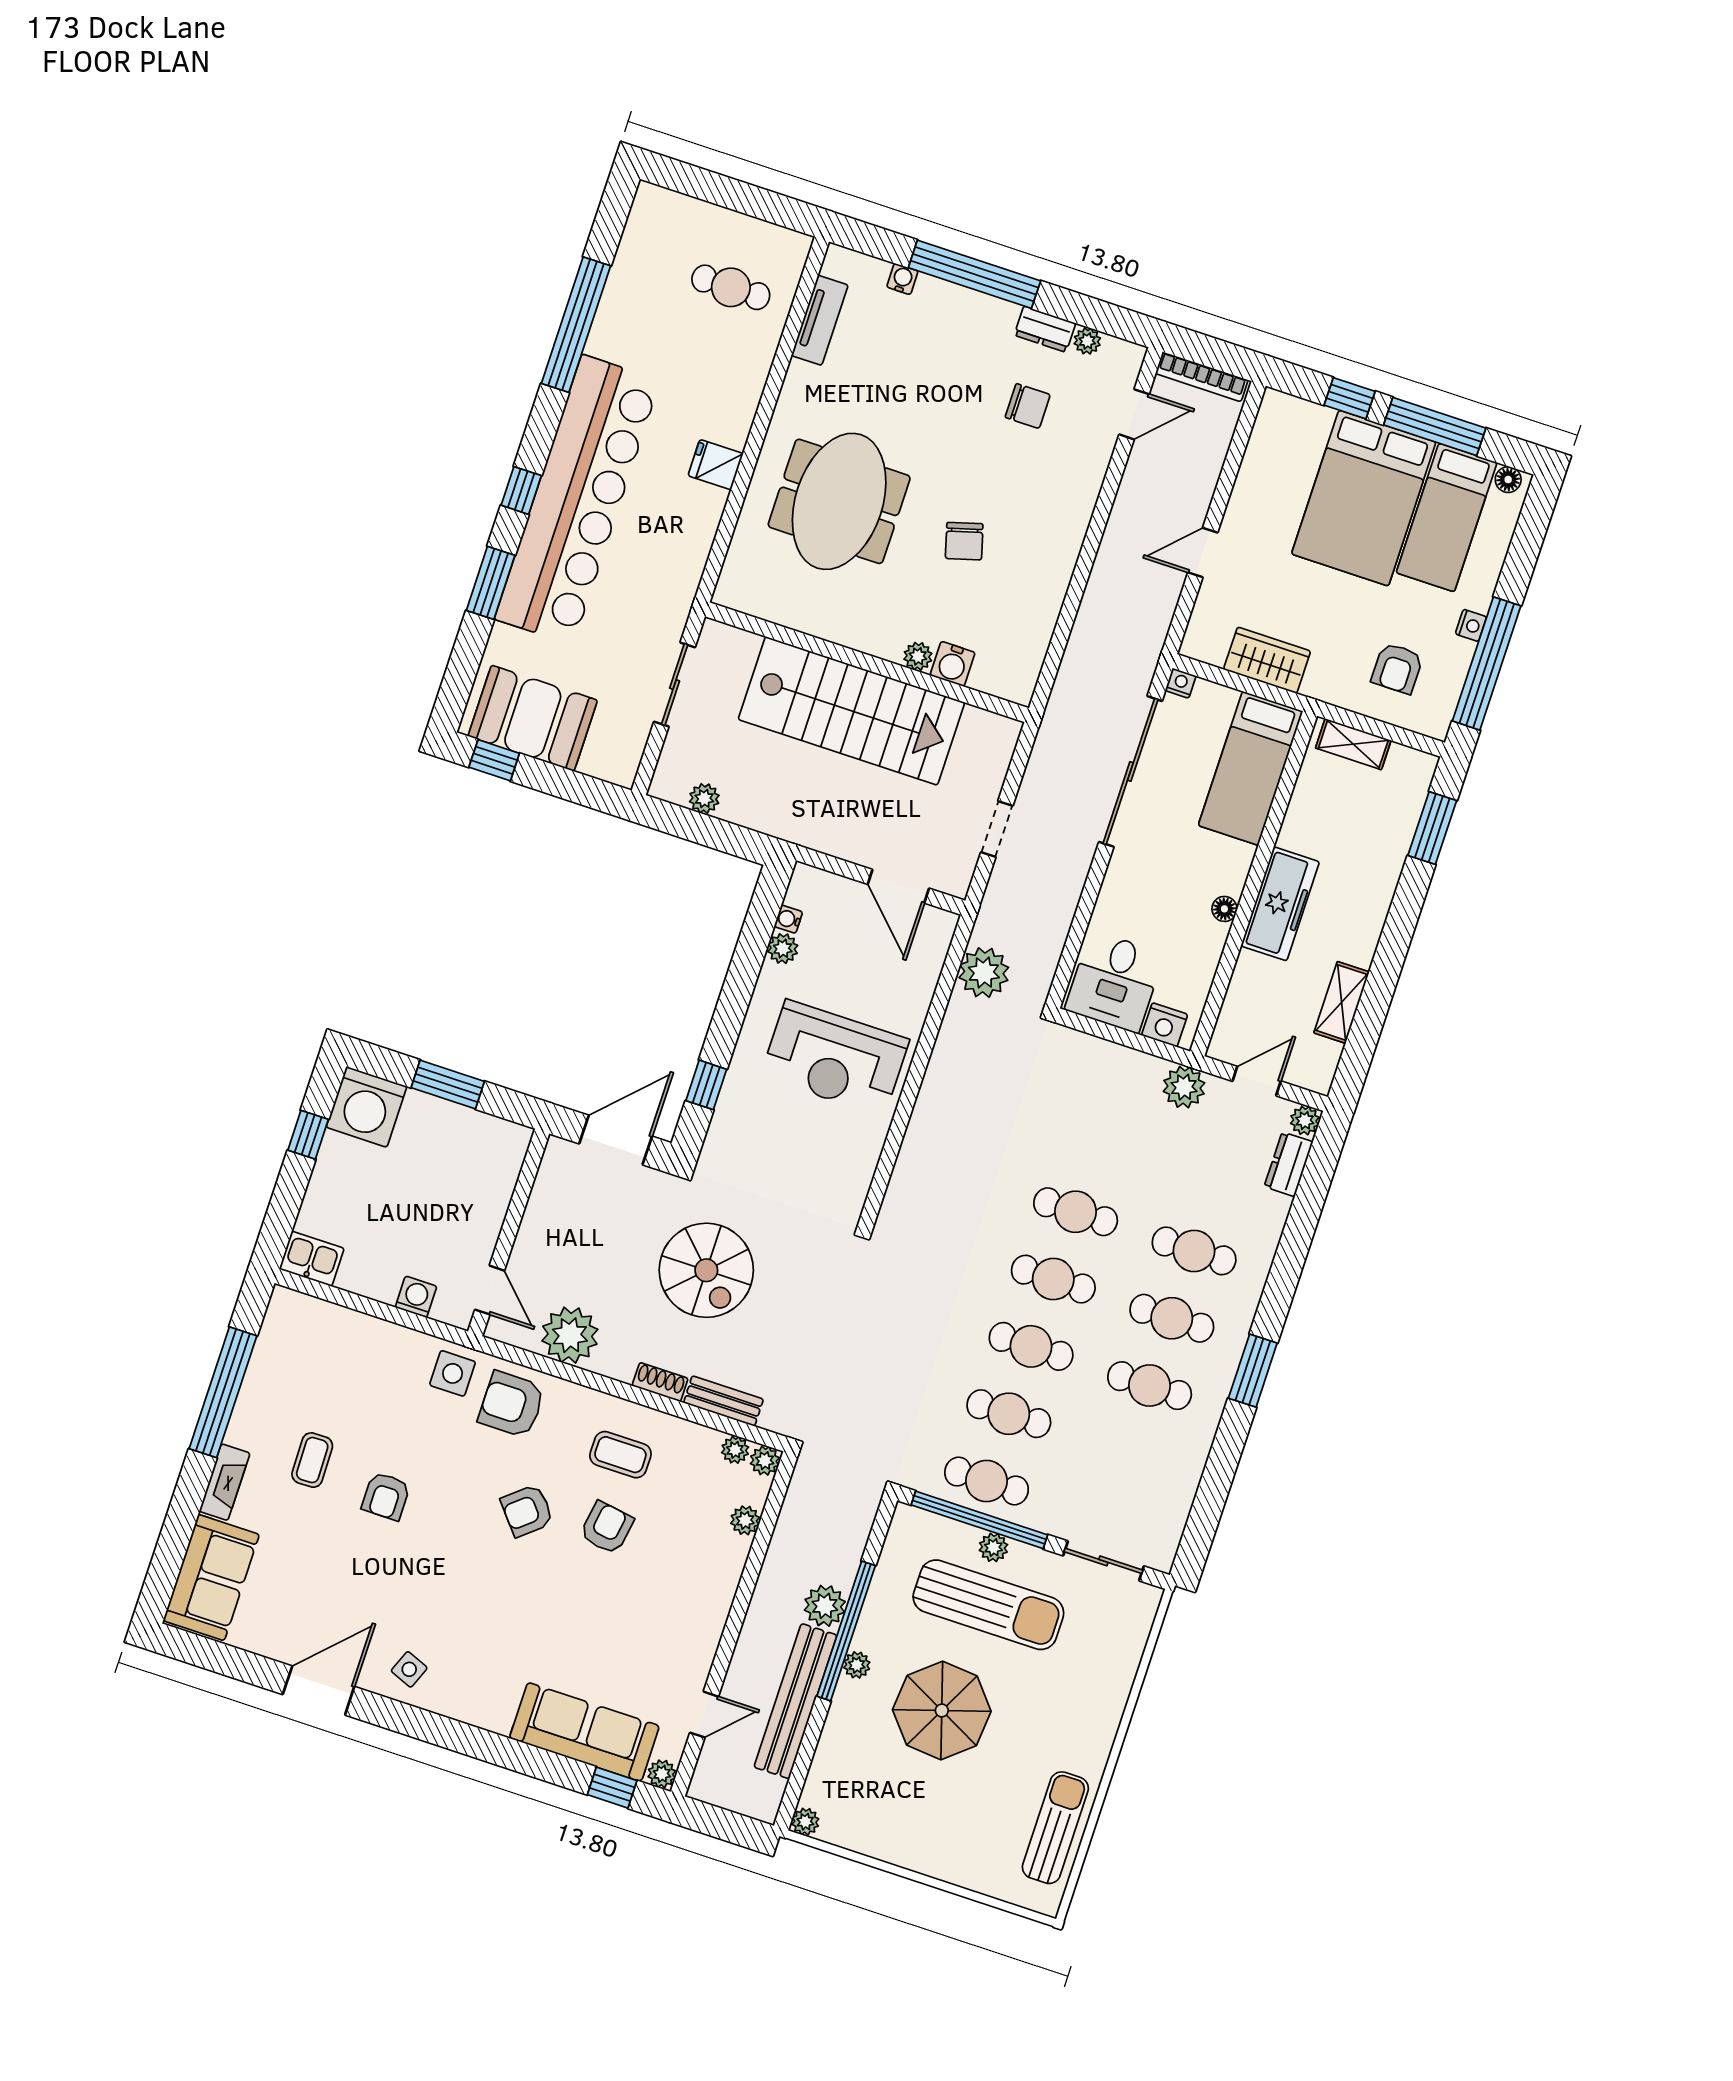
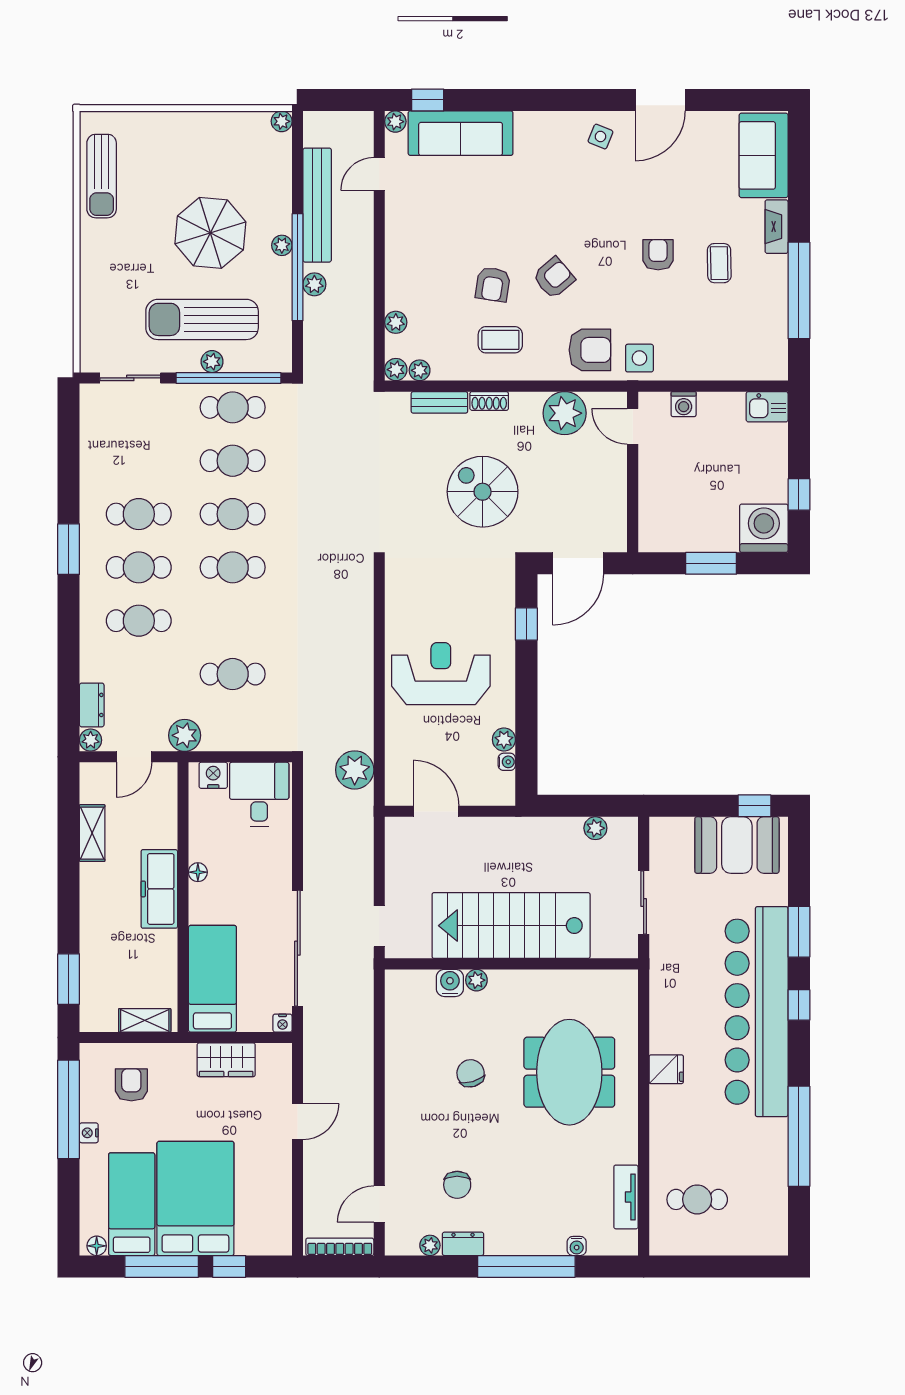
chair: (1028, 406) -> (457, 1185), turned -90
doorway: (997, 829) -> (379, 926), moved
cafe table: (1076, 1212) -> (233, 674), moved
plant: (825, 1606) -> (314, 284), width x0.73, depth x0.73

